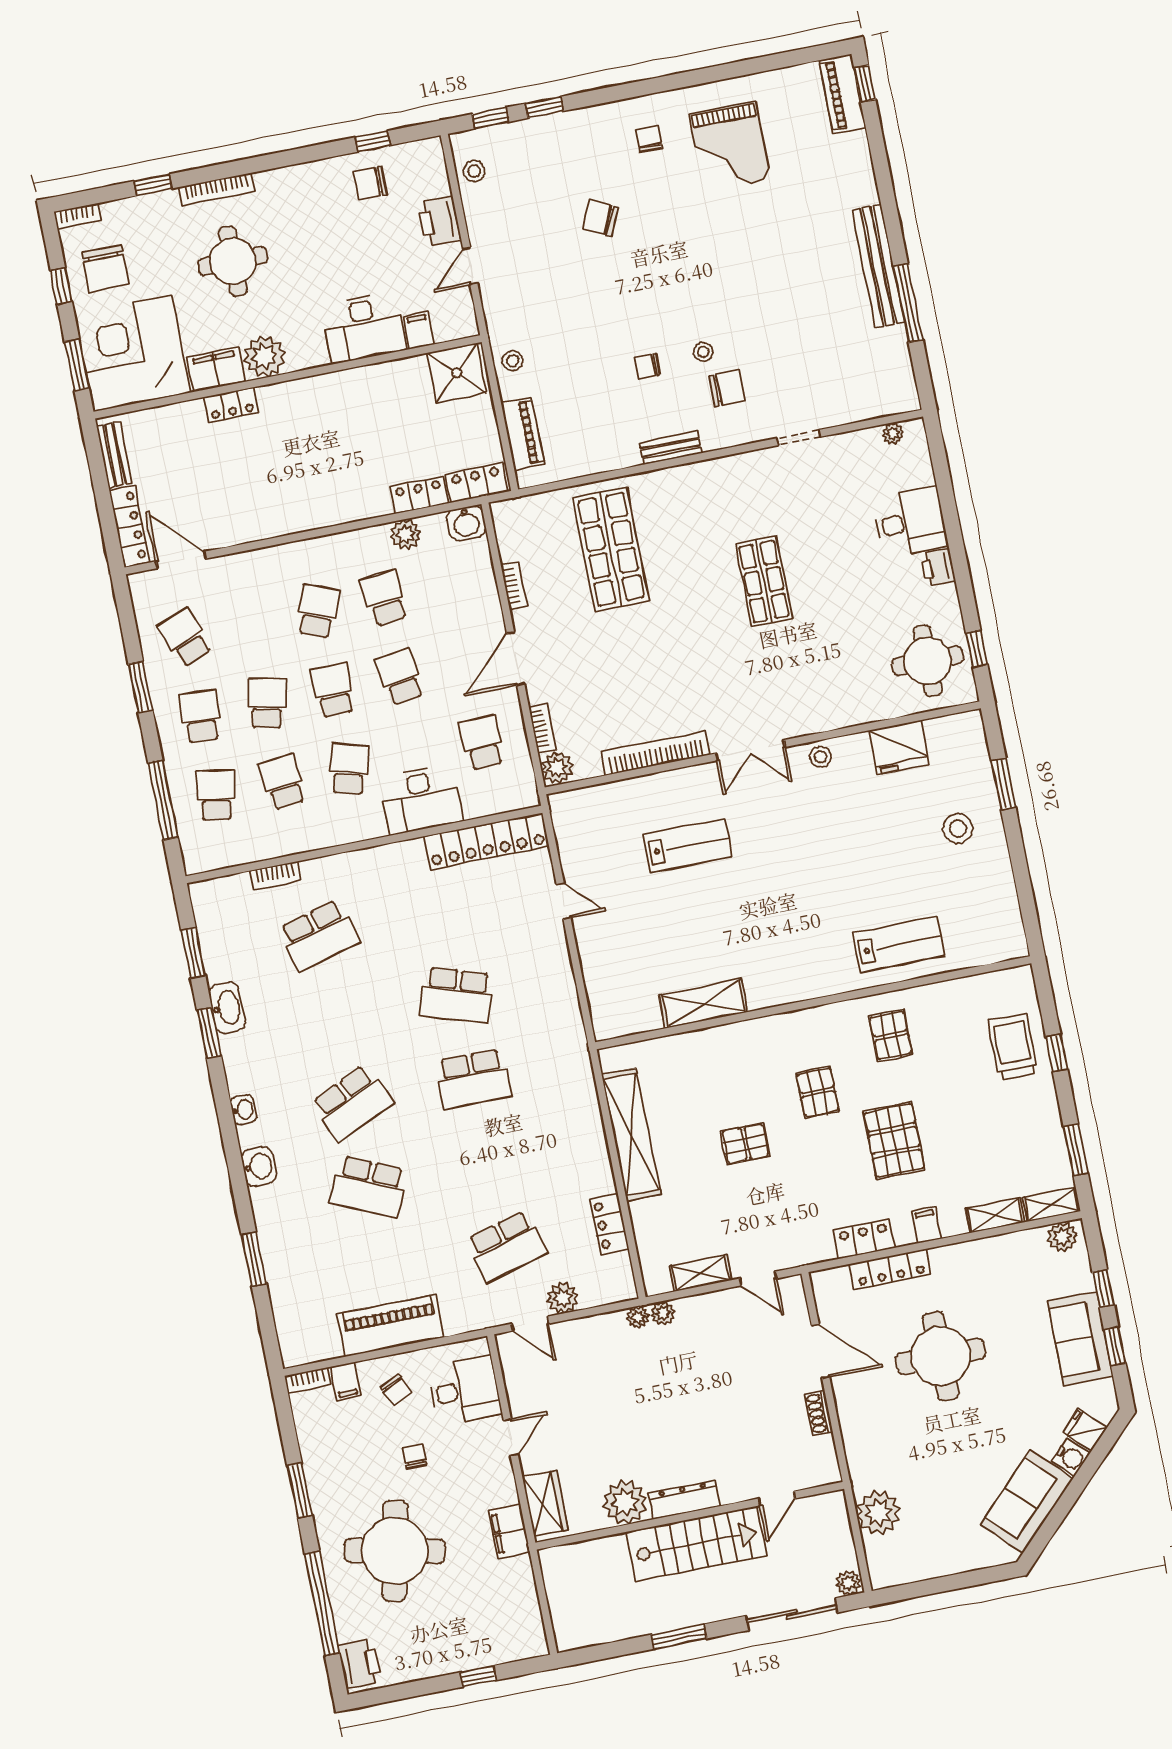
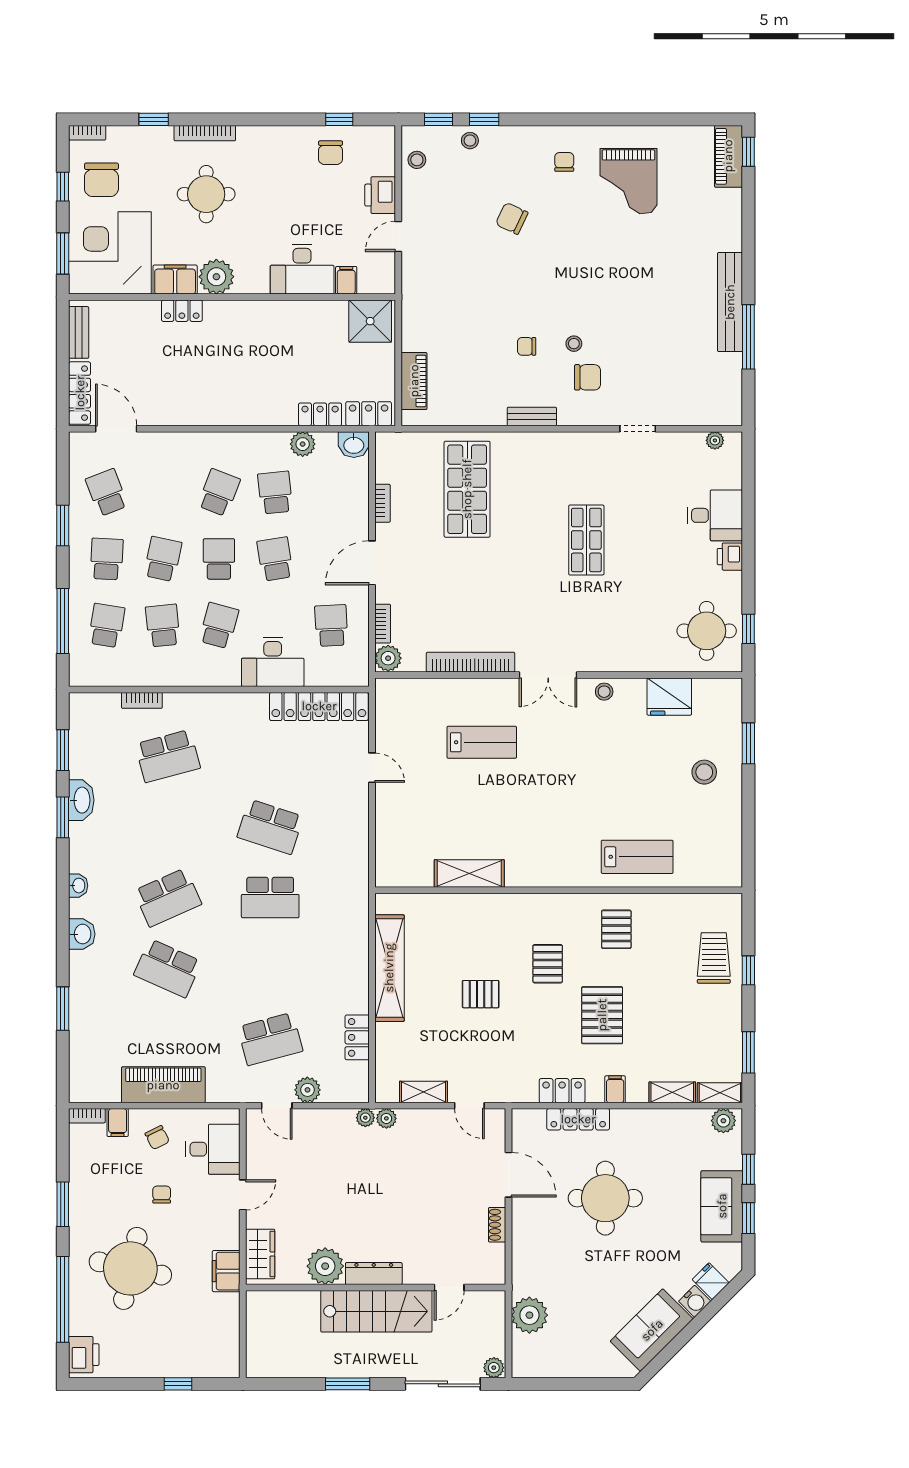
chair: (370, 183) -> (331, 153), turned -90
stool: (513, 361) -> (470, 141), moved

